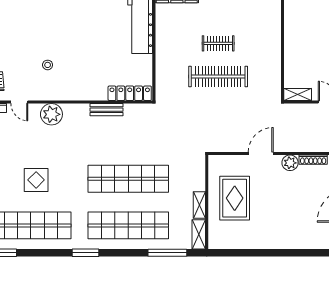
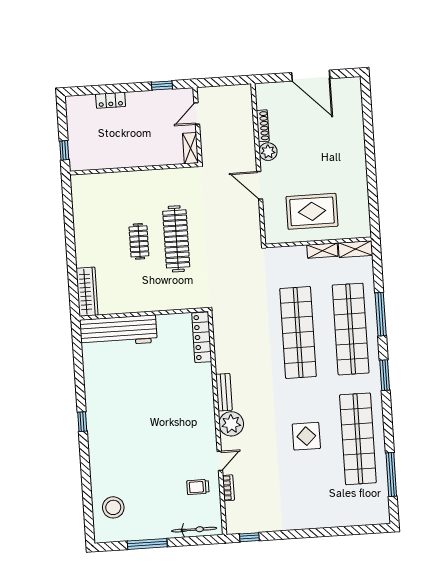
stool: (48, 65) -> (176, 432), removed
bench: (107, 110) -> (224, 392), moved
window: (167, 253) -> (381, 314), moved

